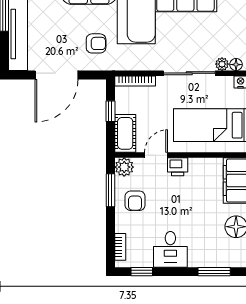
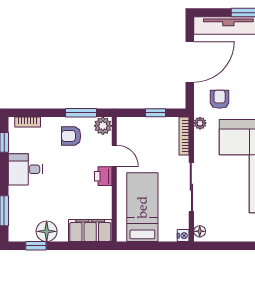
armchair: (96, 43) -> (220, 99), turned 180
plant: (222, 64) -> (200, 123), moved
door: (57, 75) -> (190, 62), swing flipped
cot: (125, 133) -> (135, 127), removed

